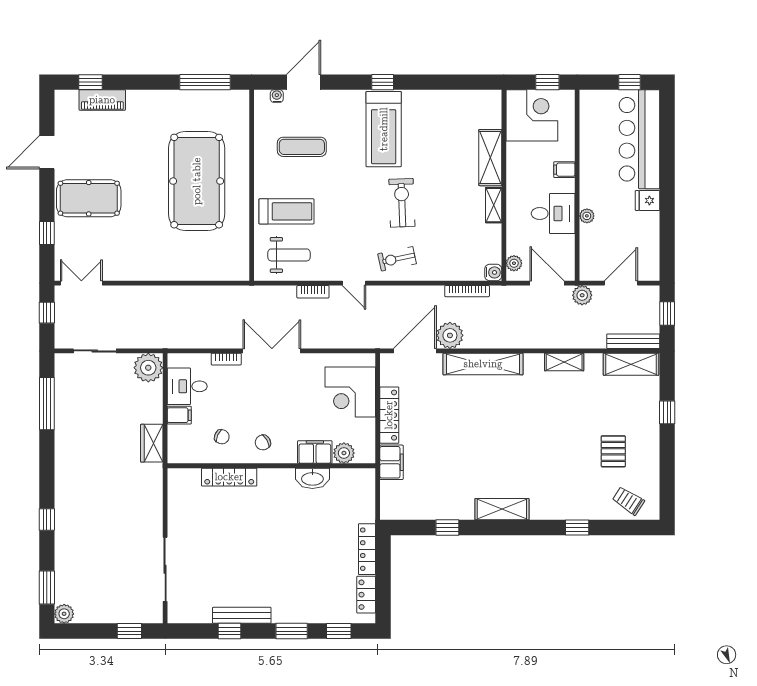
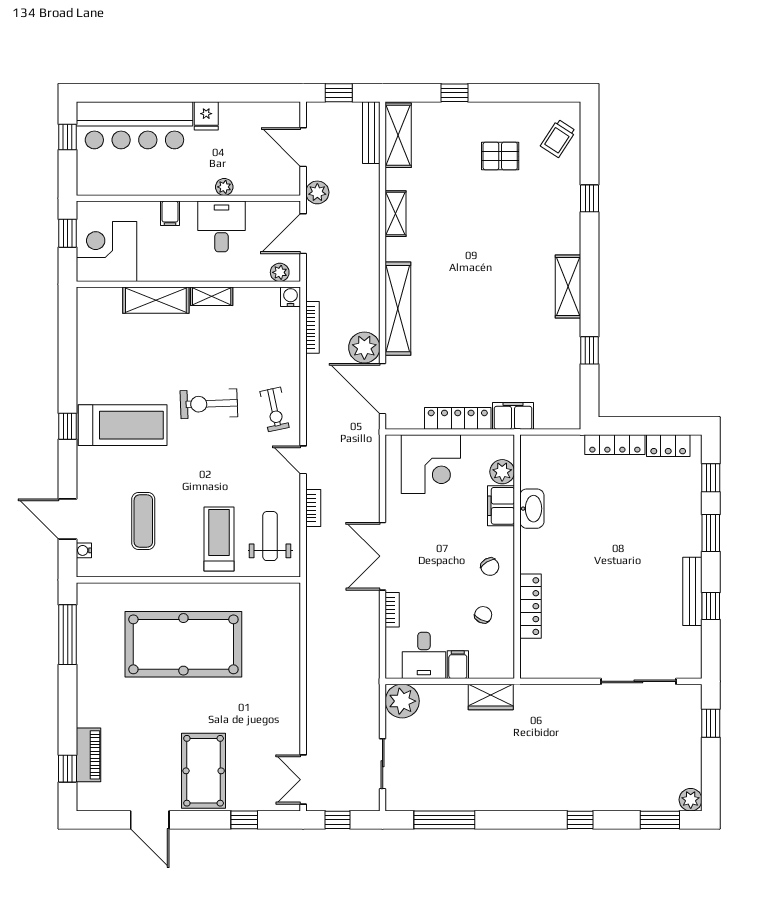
door: (354, 283) -> (303, 460), swing flipped

